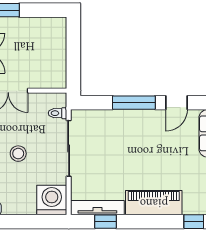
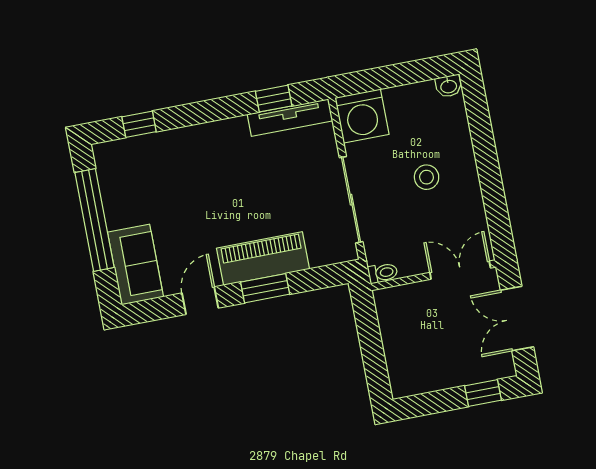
window: (134, 103) -> (265, 288), width x0.69
toilet: (58, 113) -> (383, 273), moved
piano: (154, 203) -> (263, 259), moved, turned 180

